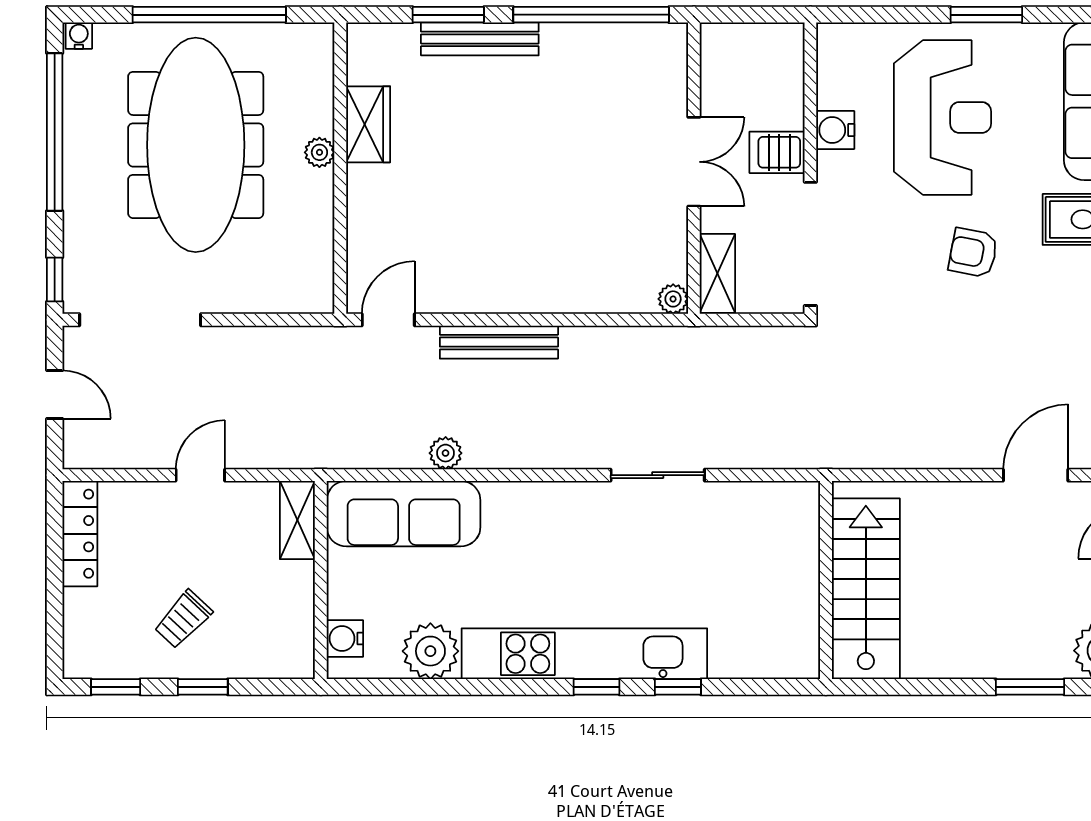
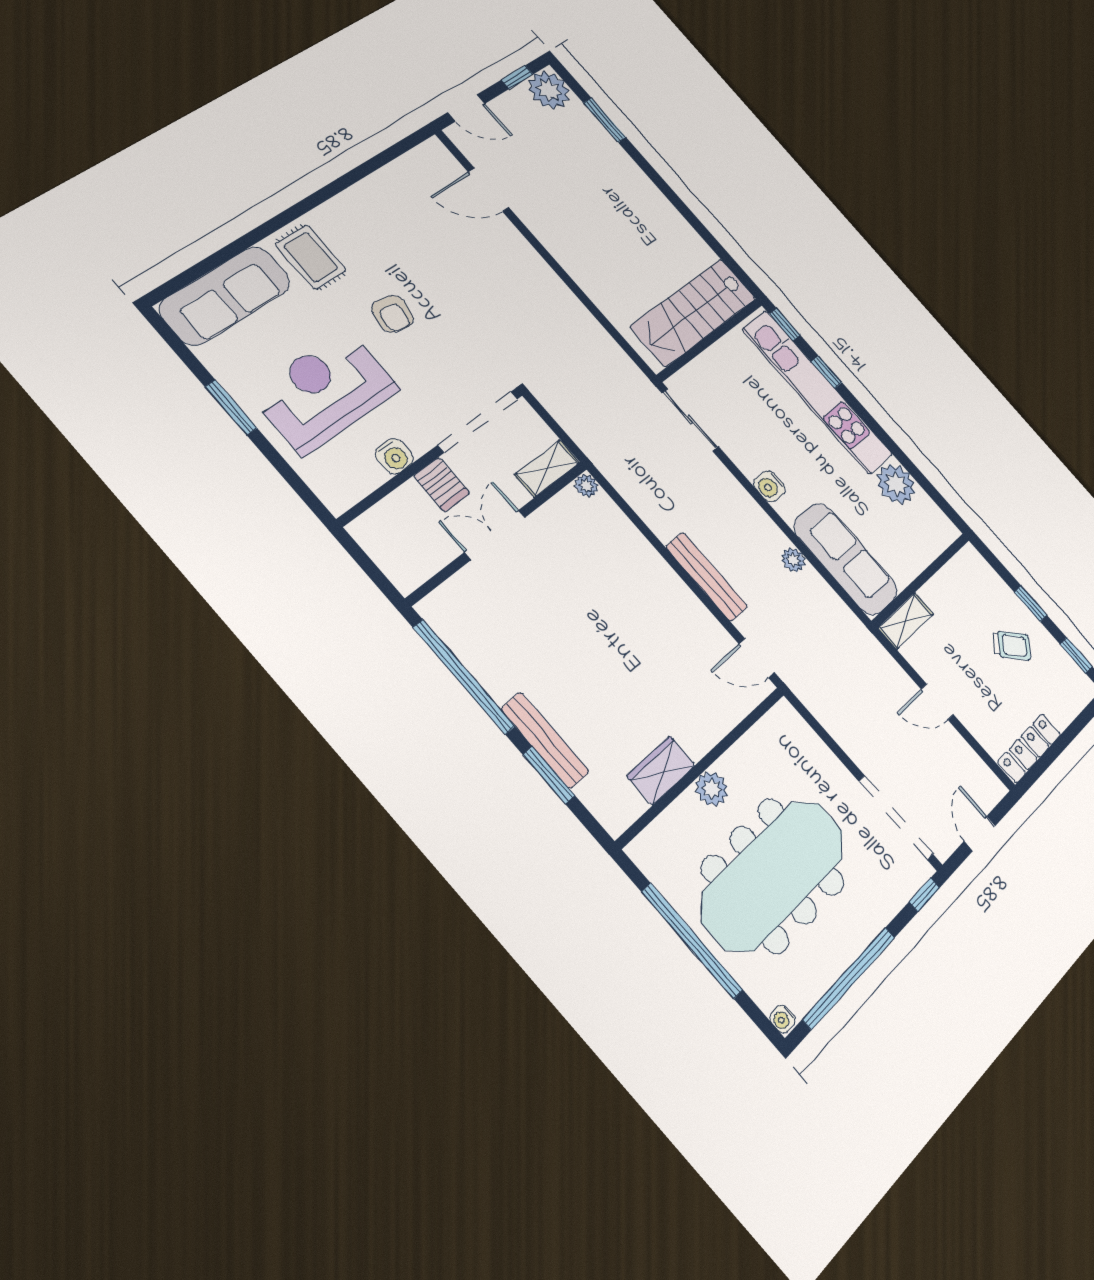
plant: (319, 152) -> (712, 789), width x1.38, depth x1.38
wall: (826, 580) -> (710, 340), moved
stairs: (866, 589) -> (694, 313), moved
water cooler: (345, 638) -> (769, 486), moved, turned 90

